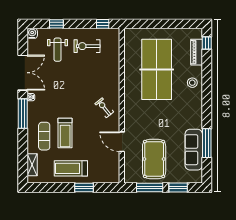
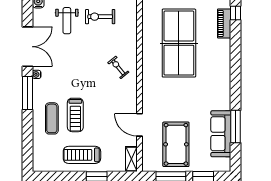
stool: (192, 83) -> (219, 58), removed
exercise bike: (104, 108) -> (118, 67), moved
shelving: (32, 165) -> (131, 159), moved

